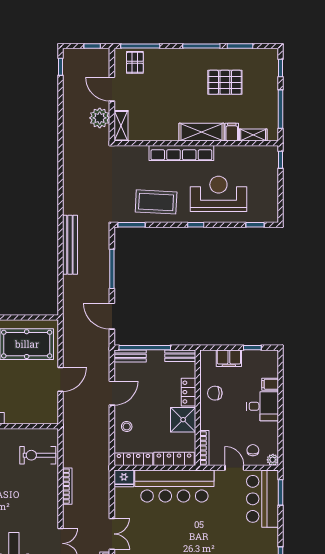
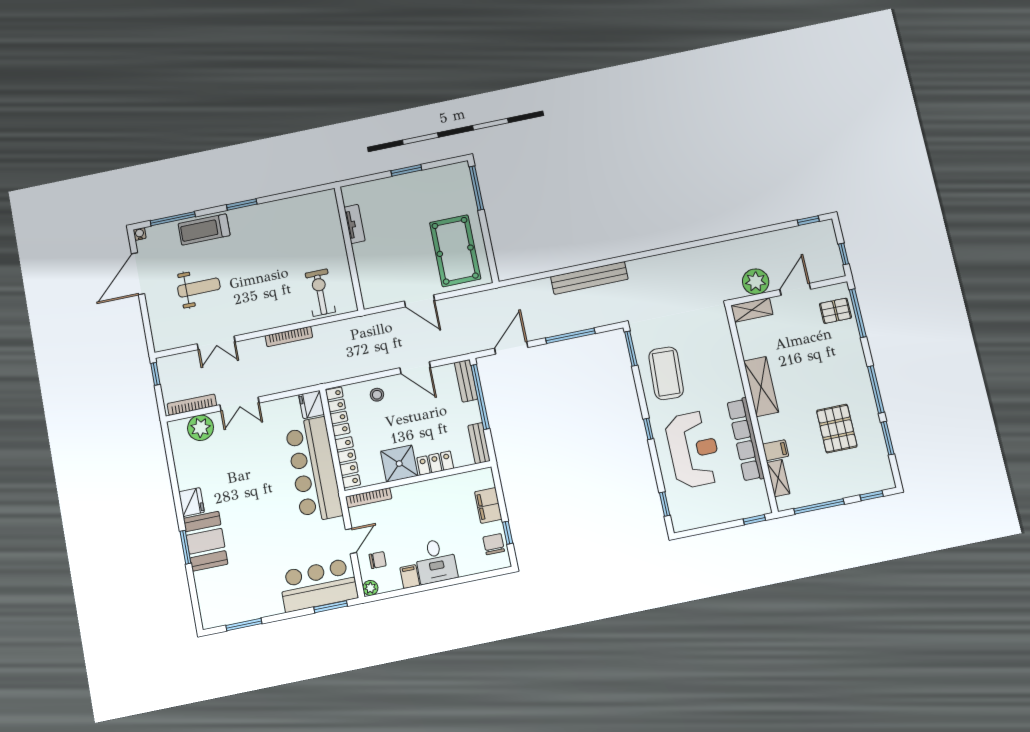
shelving: (202, 132) -> (761, 387), moved
row of seats: (181, 153) -> (746, 440), moved
filing cabinet: (270, 384) -> (410, 577), moved
chair: (215, 393) -> (494, 544), moved

